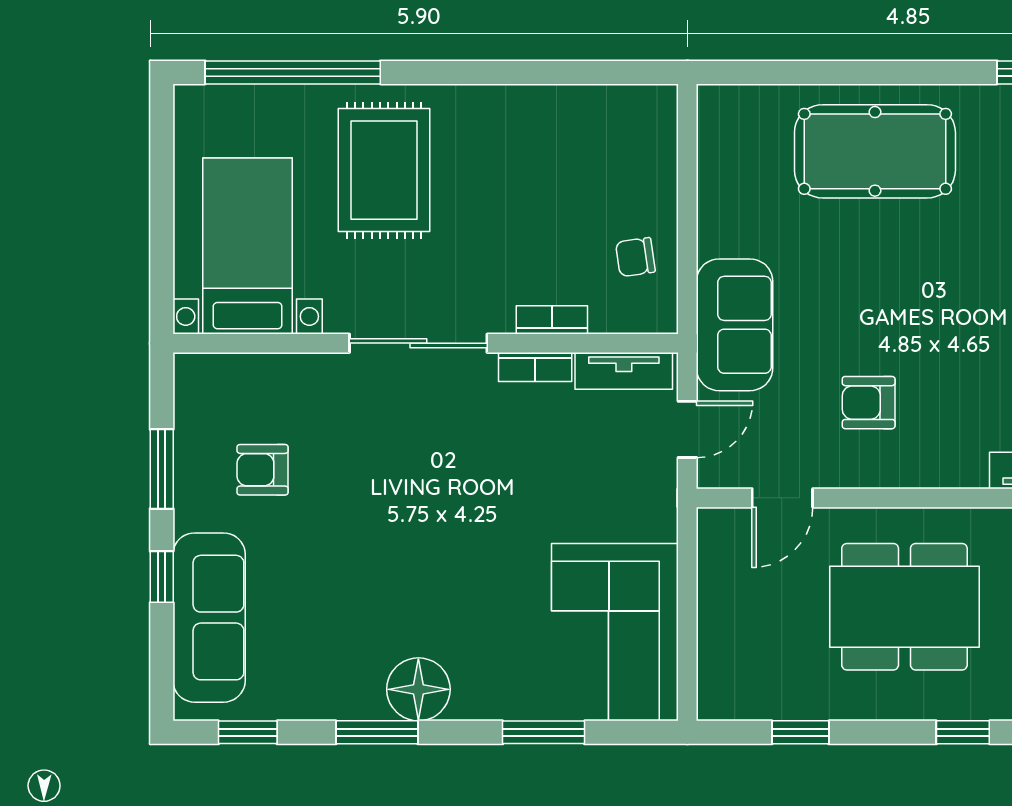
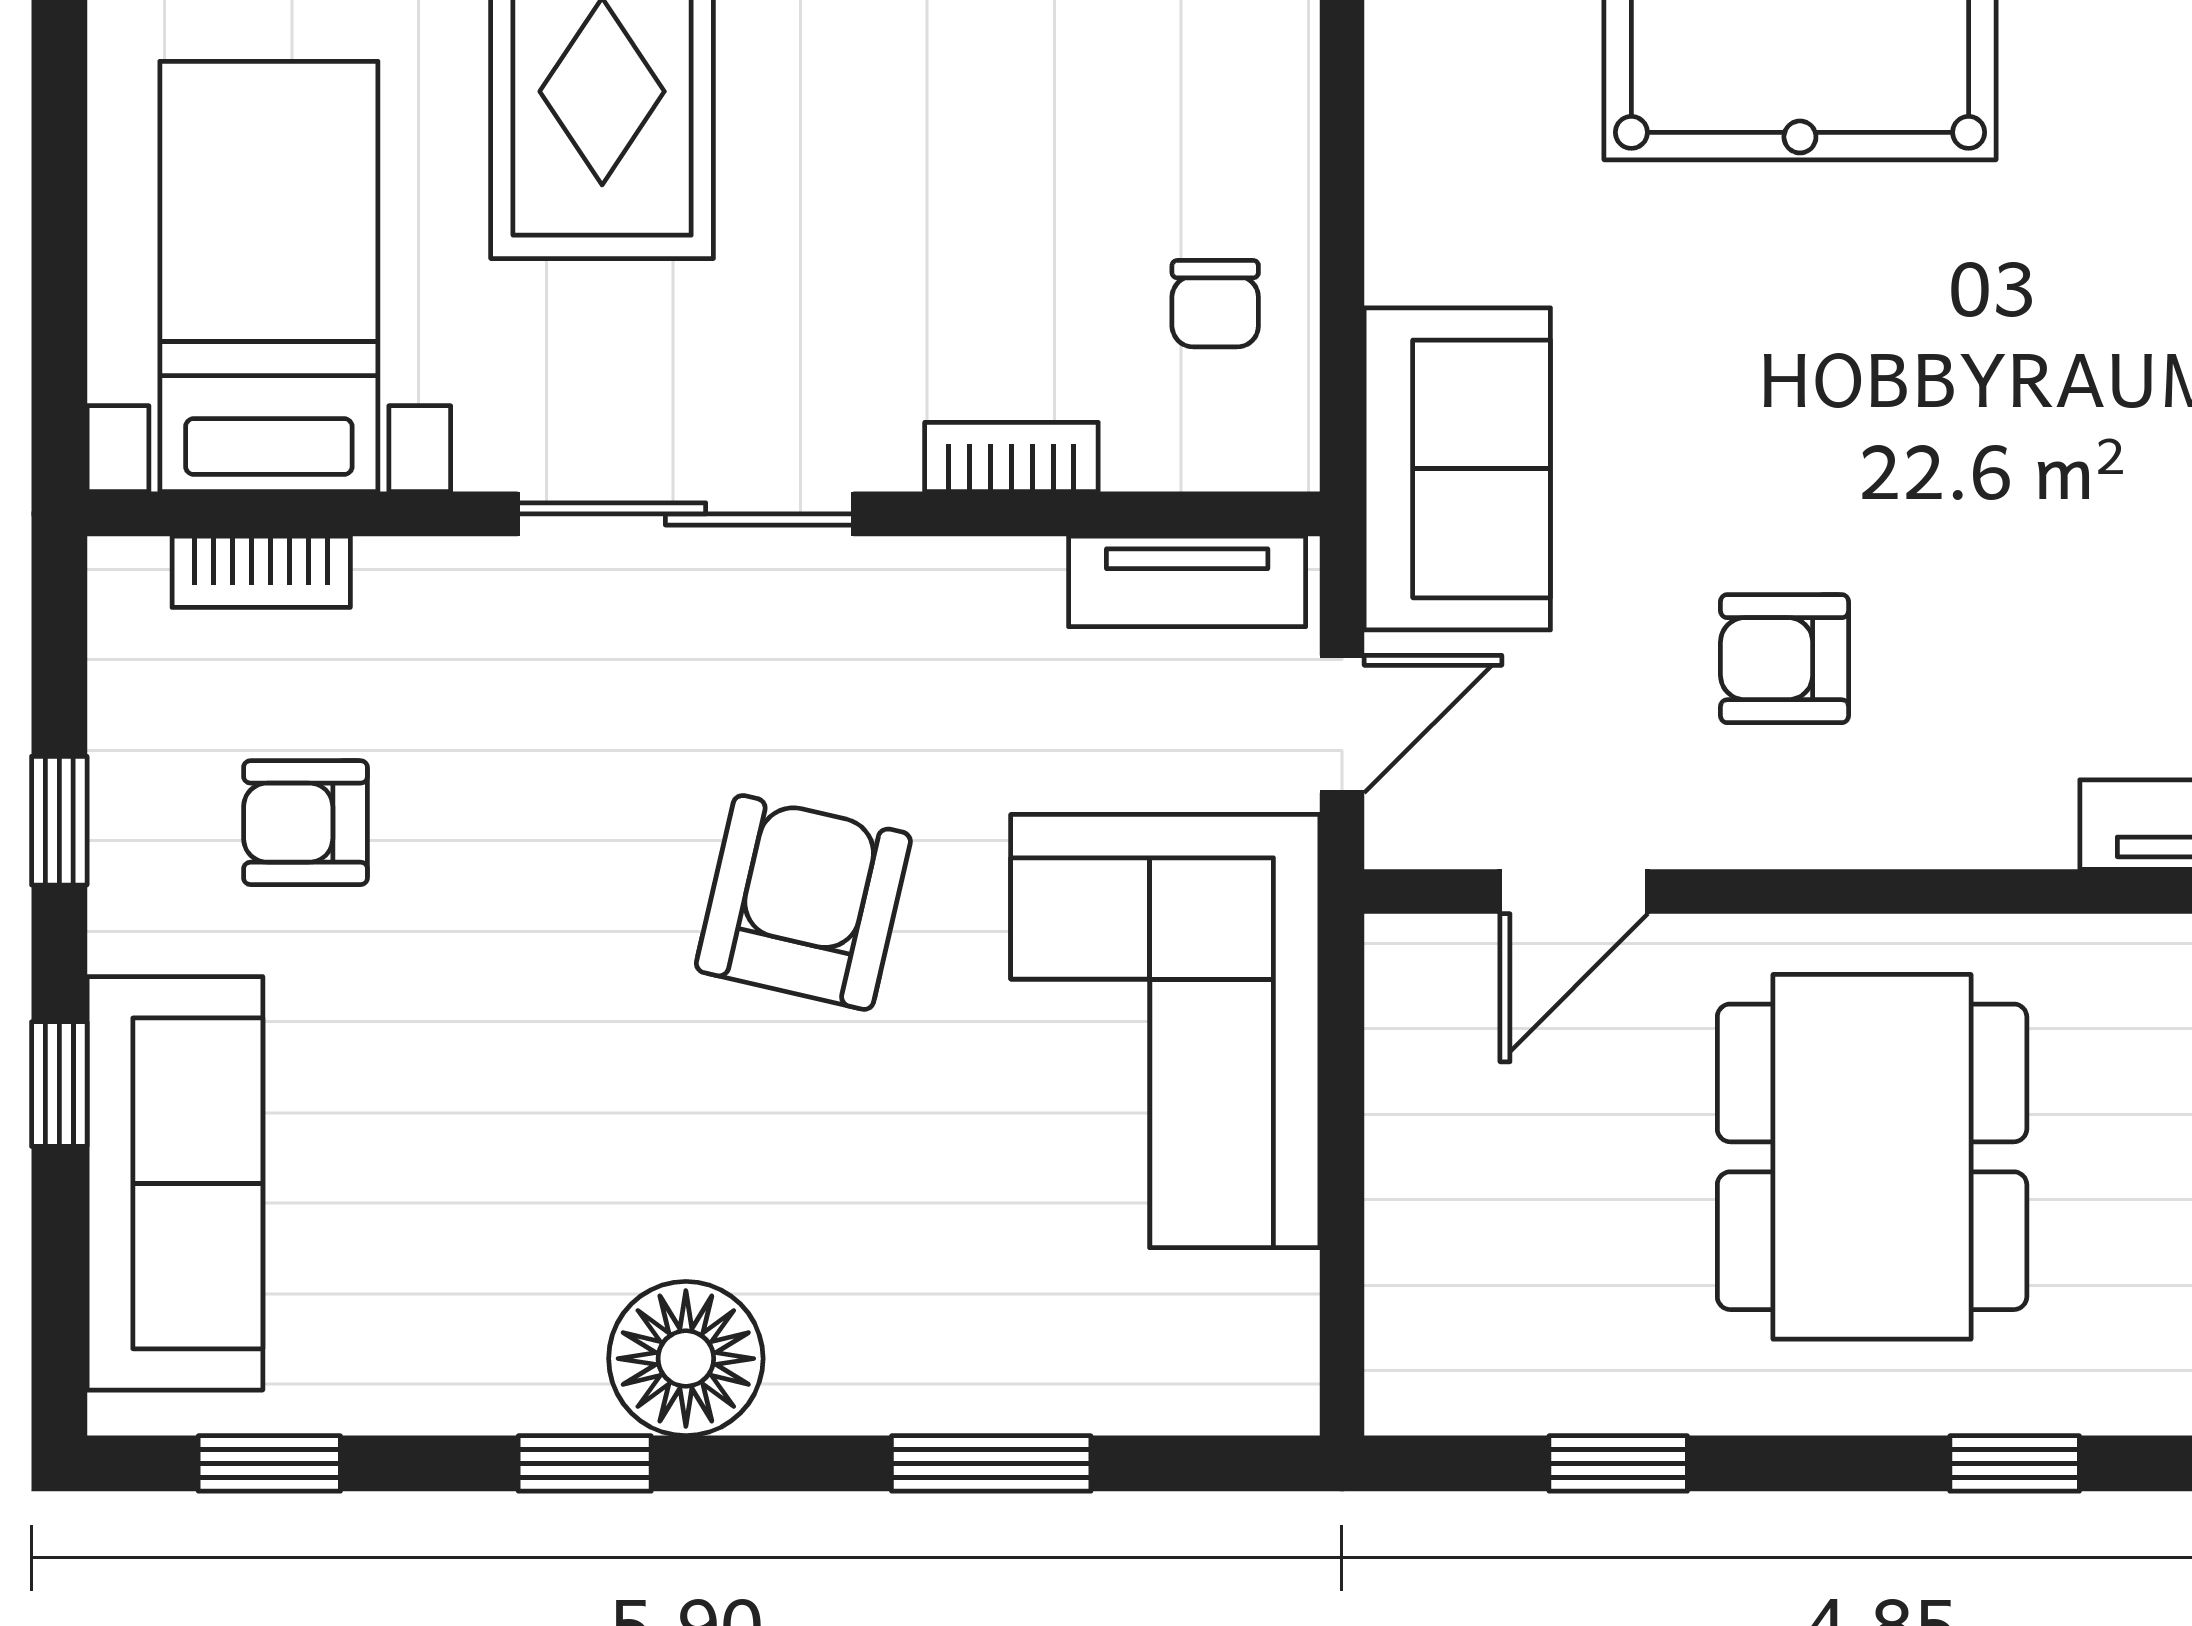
chair: (635, 257) -> (1215, 304), turned -82
bookcase: (535, 367) -> (261, 572), moved
window: (162, 469) -> (59, 821), width x0.67
armchair: (467, 502) -> (803, 902), added
dining table: (904, 607) -> (1872, 1157), turned 90
corner sofa: (615, 632) -> (1165, 1031), moved
window: (377, 732) -> (585, 1463), width x0.67

